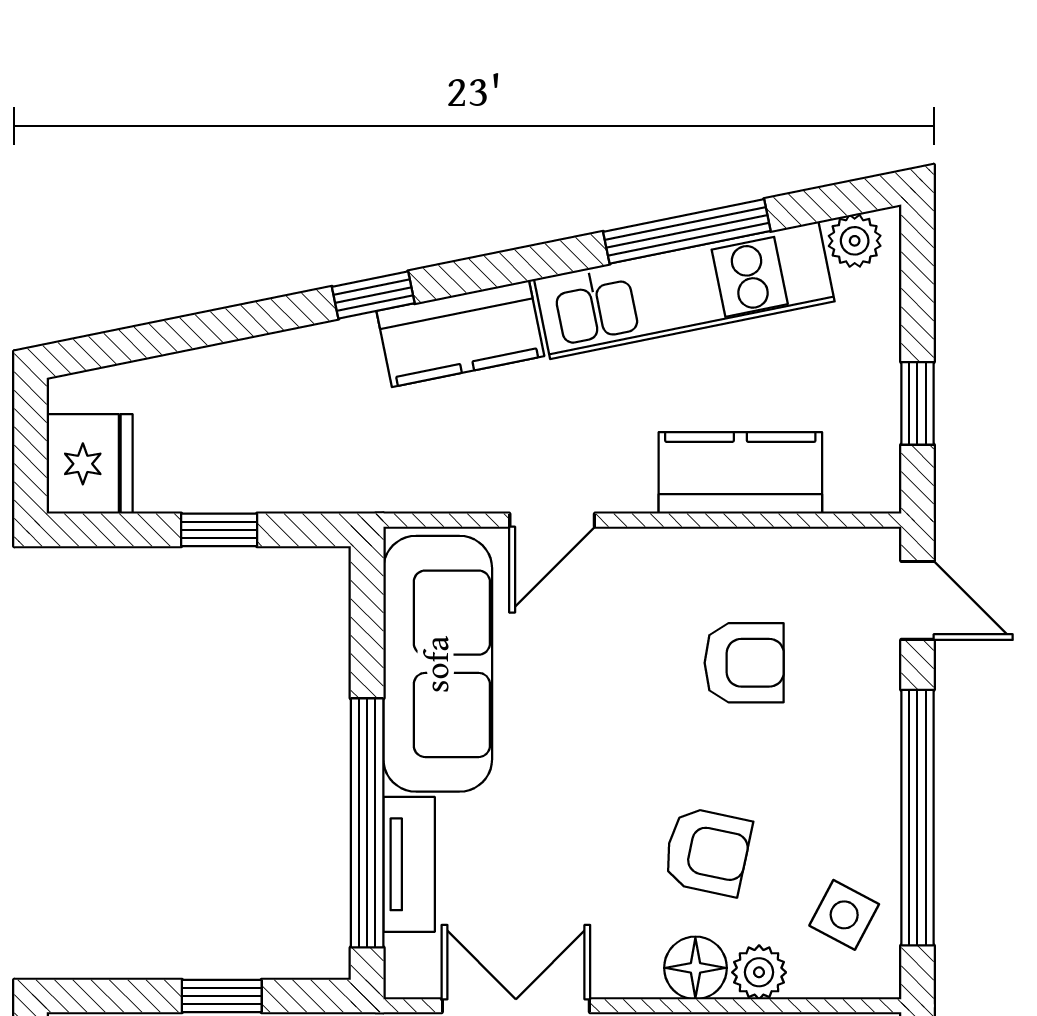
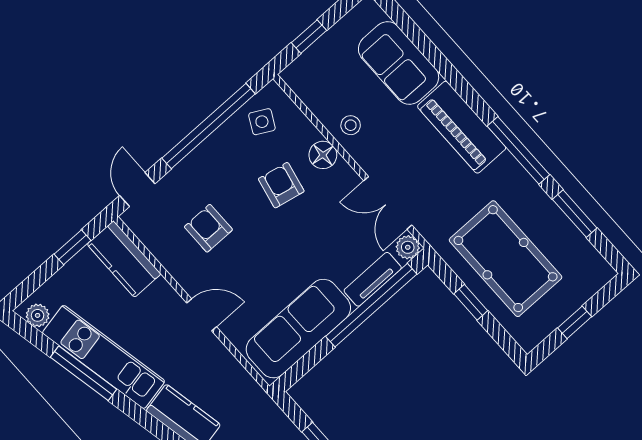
kitchen counter: (740, 473) -> (124, 259), moved
door: (552, 520) -> (202, 315), moved
plant: (759, 972) -> (408, 247), moved

